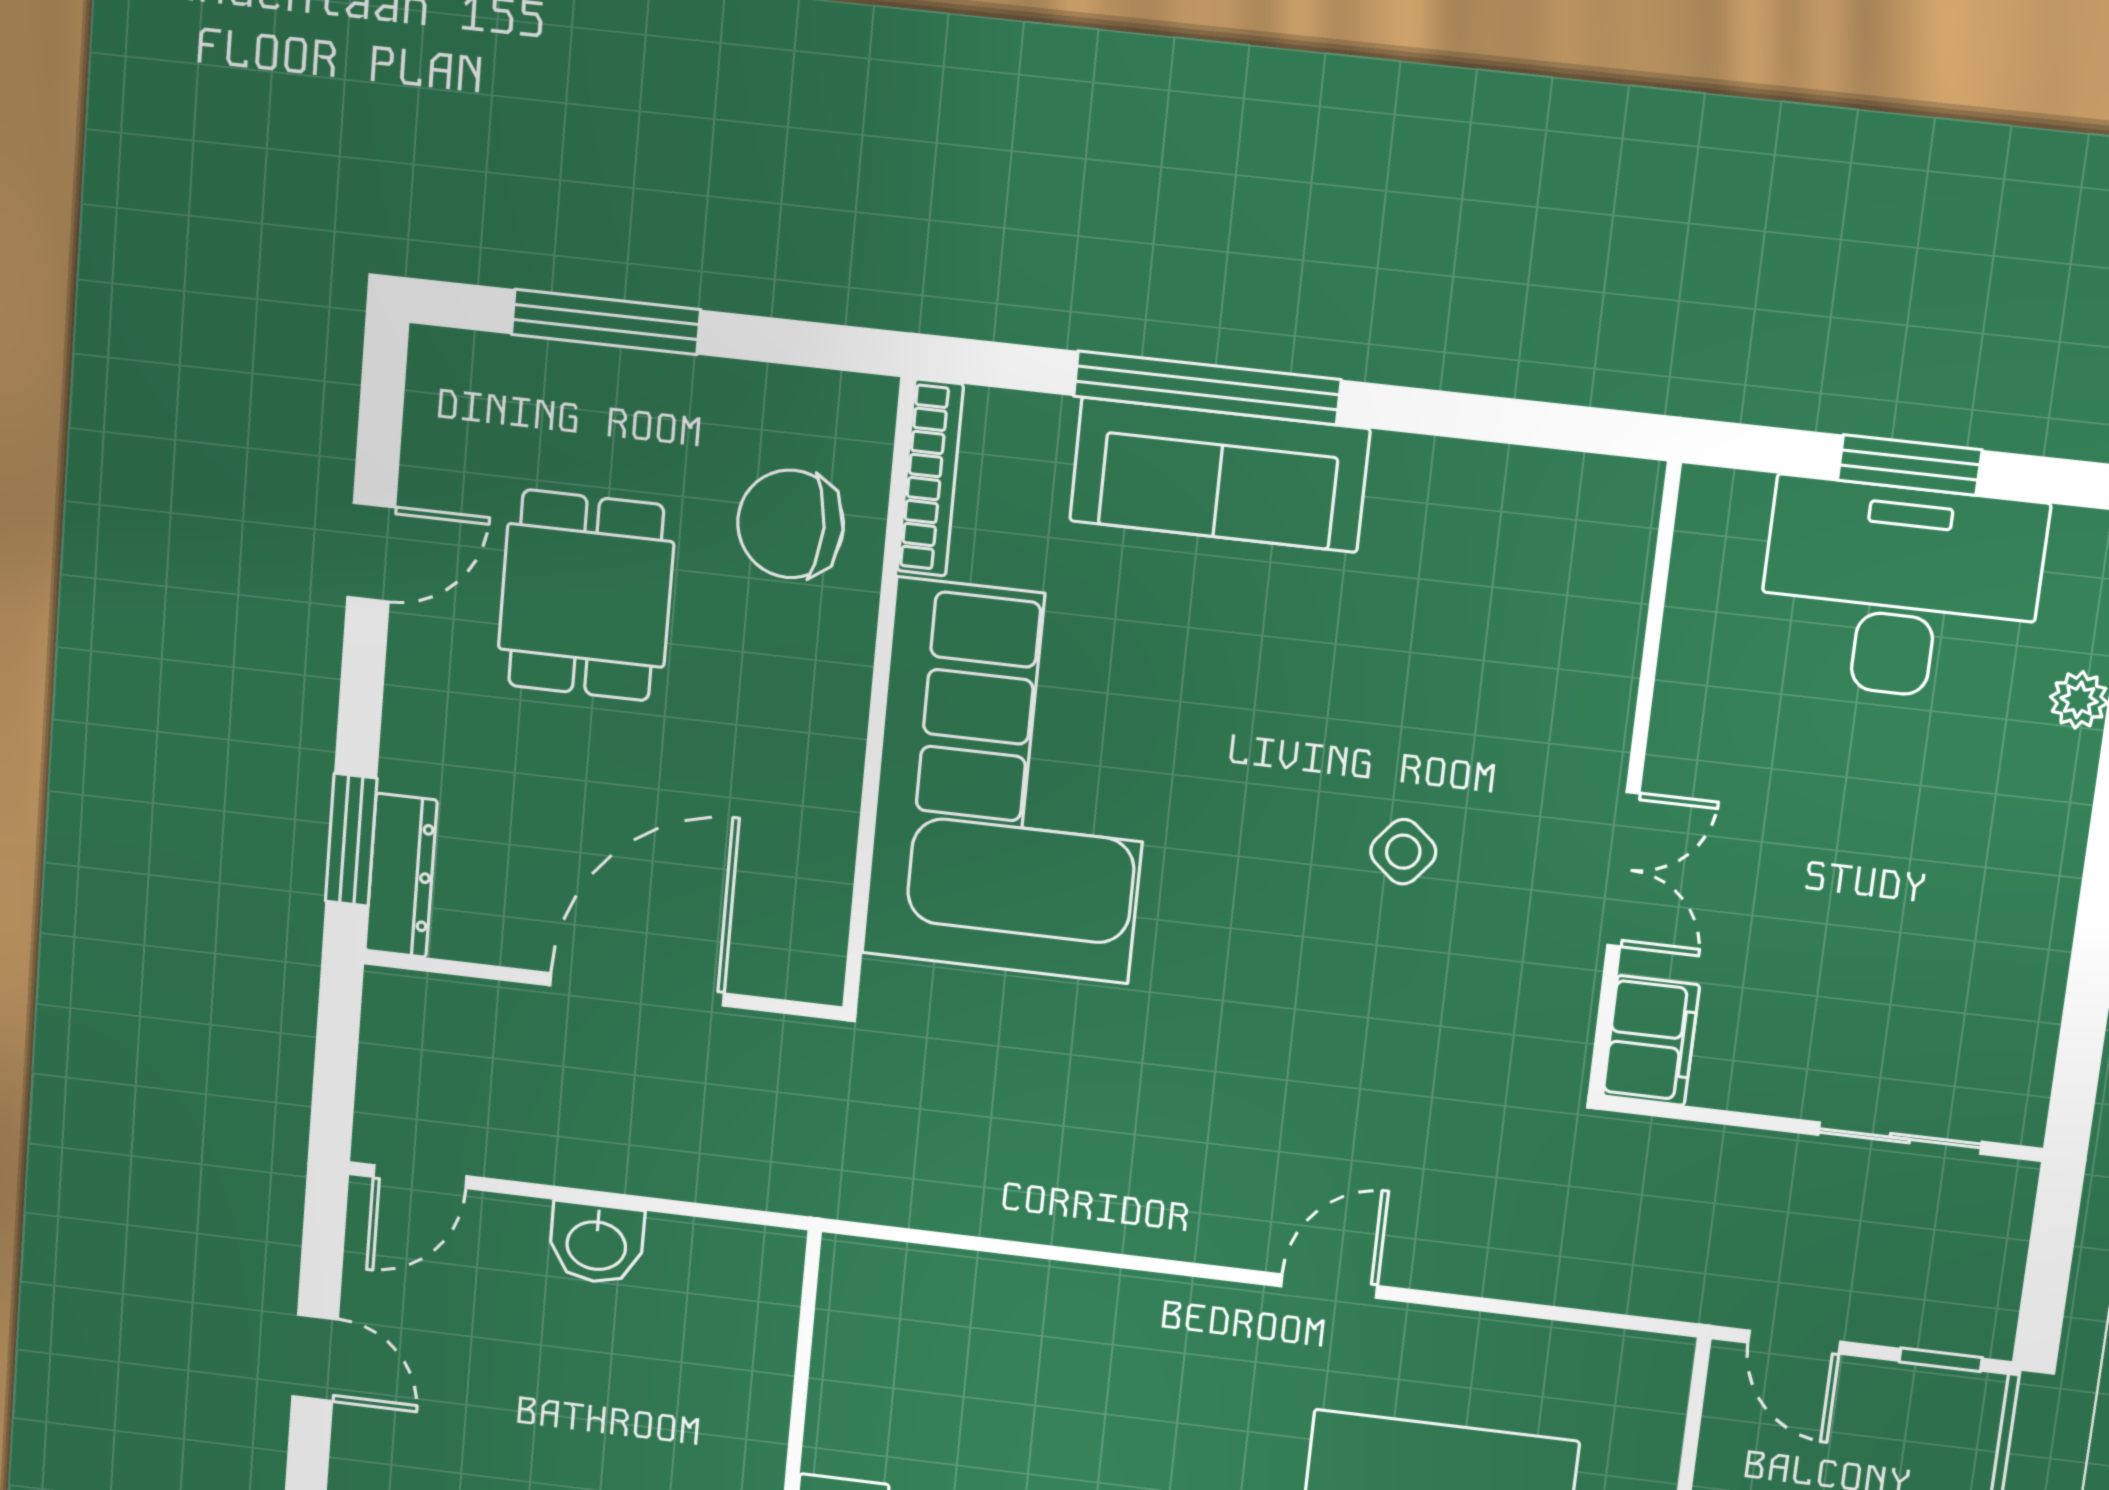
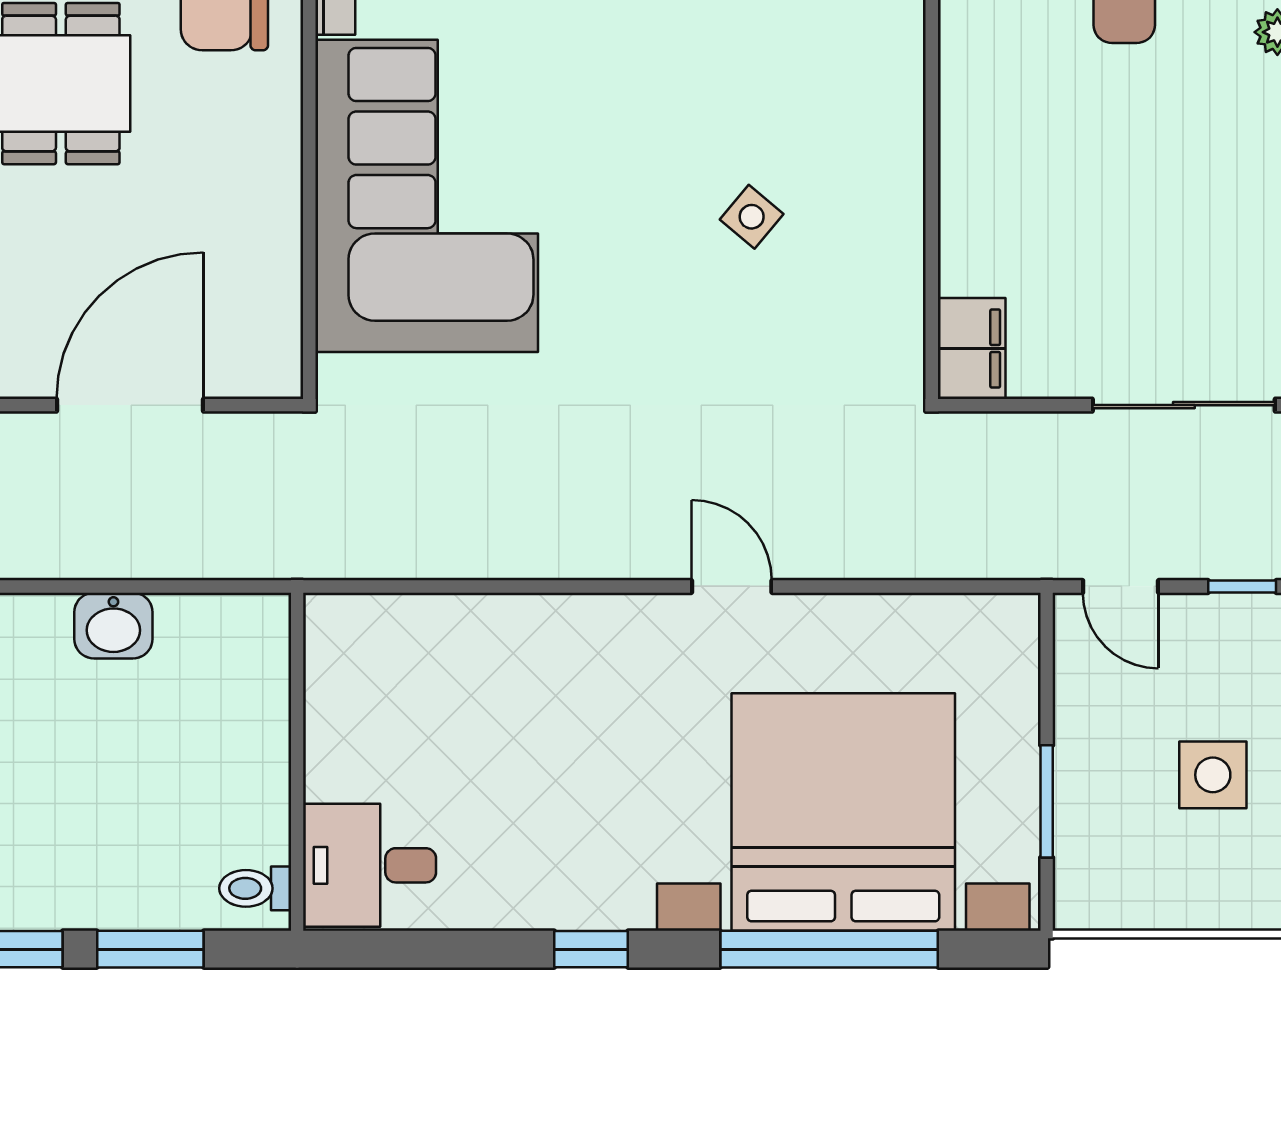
double door: (1623, 869) -> (932, 211), removed
sliding door: (1900, 1138) -> (1184, 405), width x1.37
door: (1329, 1286) -> (732, 586), hinge flipped

